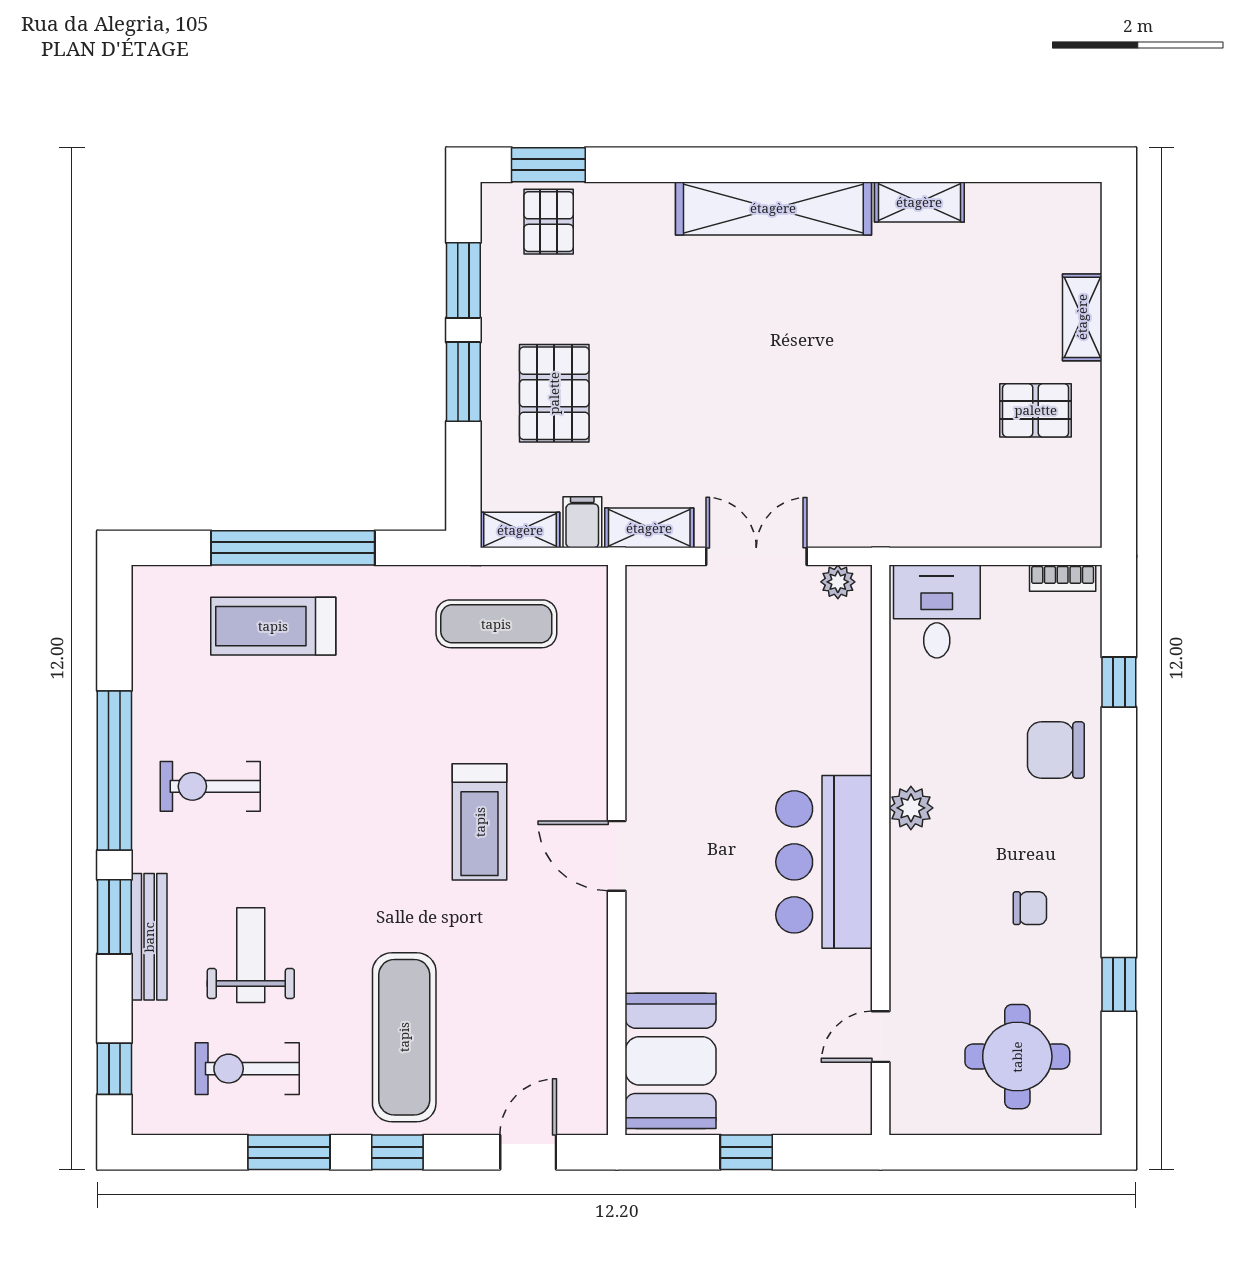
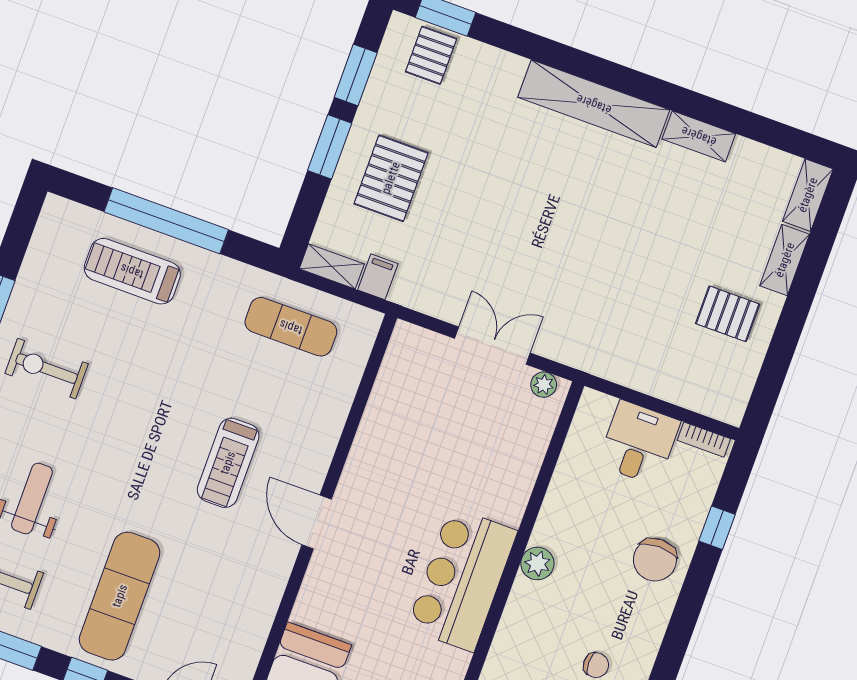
shelving: (649, 528) -> (808, 195), moved, turned 90
desk: (937, 611) -> (639, 443), moved
chair: (1056, 750) -> (655, 560), turned -90

